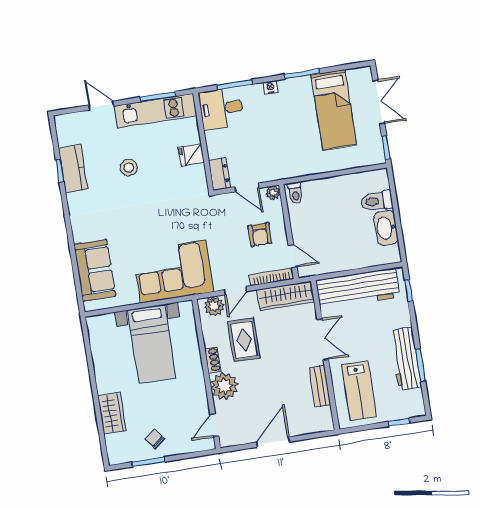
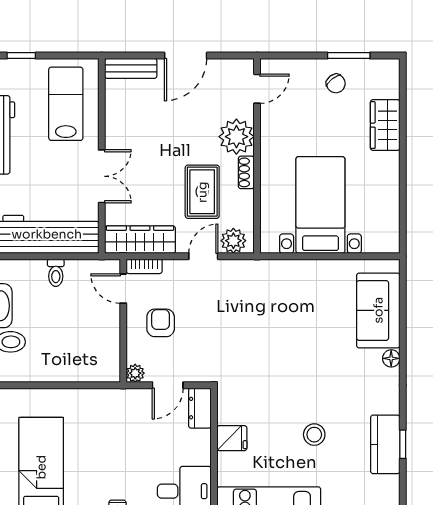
door: (247, 188) -> (168, 385), swing flipped
toilet: (295, 193) -> (56, 273), moved, turned 180
floor lamp: (79, 235) -> (391, 358), added
corner sofa: (173, 271) -> (278, 293), removed
bookcase: (272, 277) -> (144, 266), width x0.64
double door: (323, 340) -> (102, 176), swing flipped
bench: (320, 386) -> (131, 68), moved, turned 90

